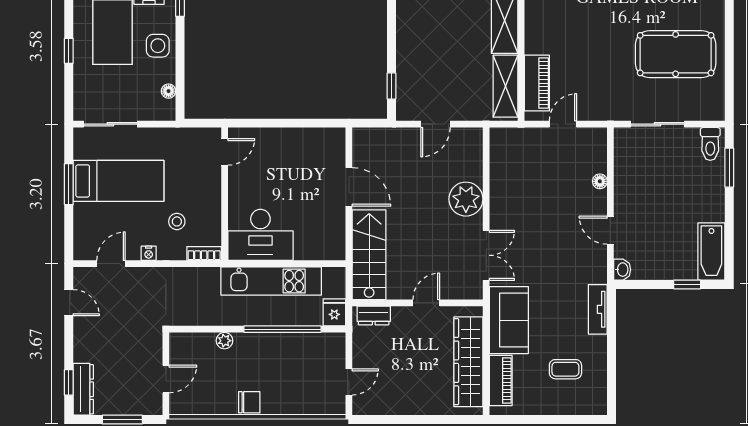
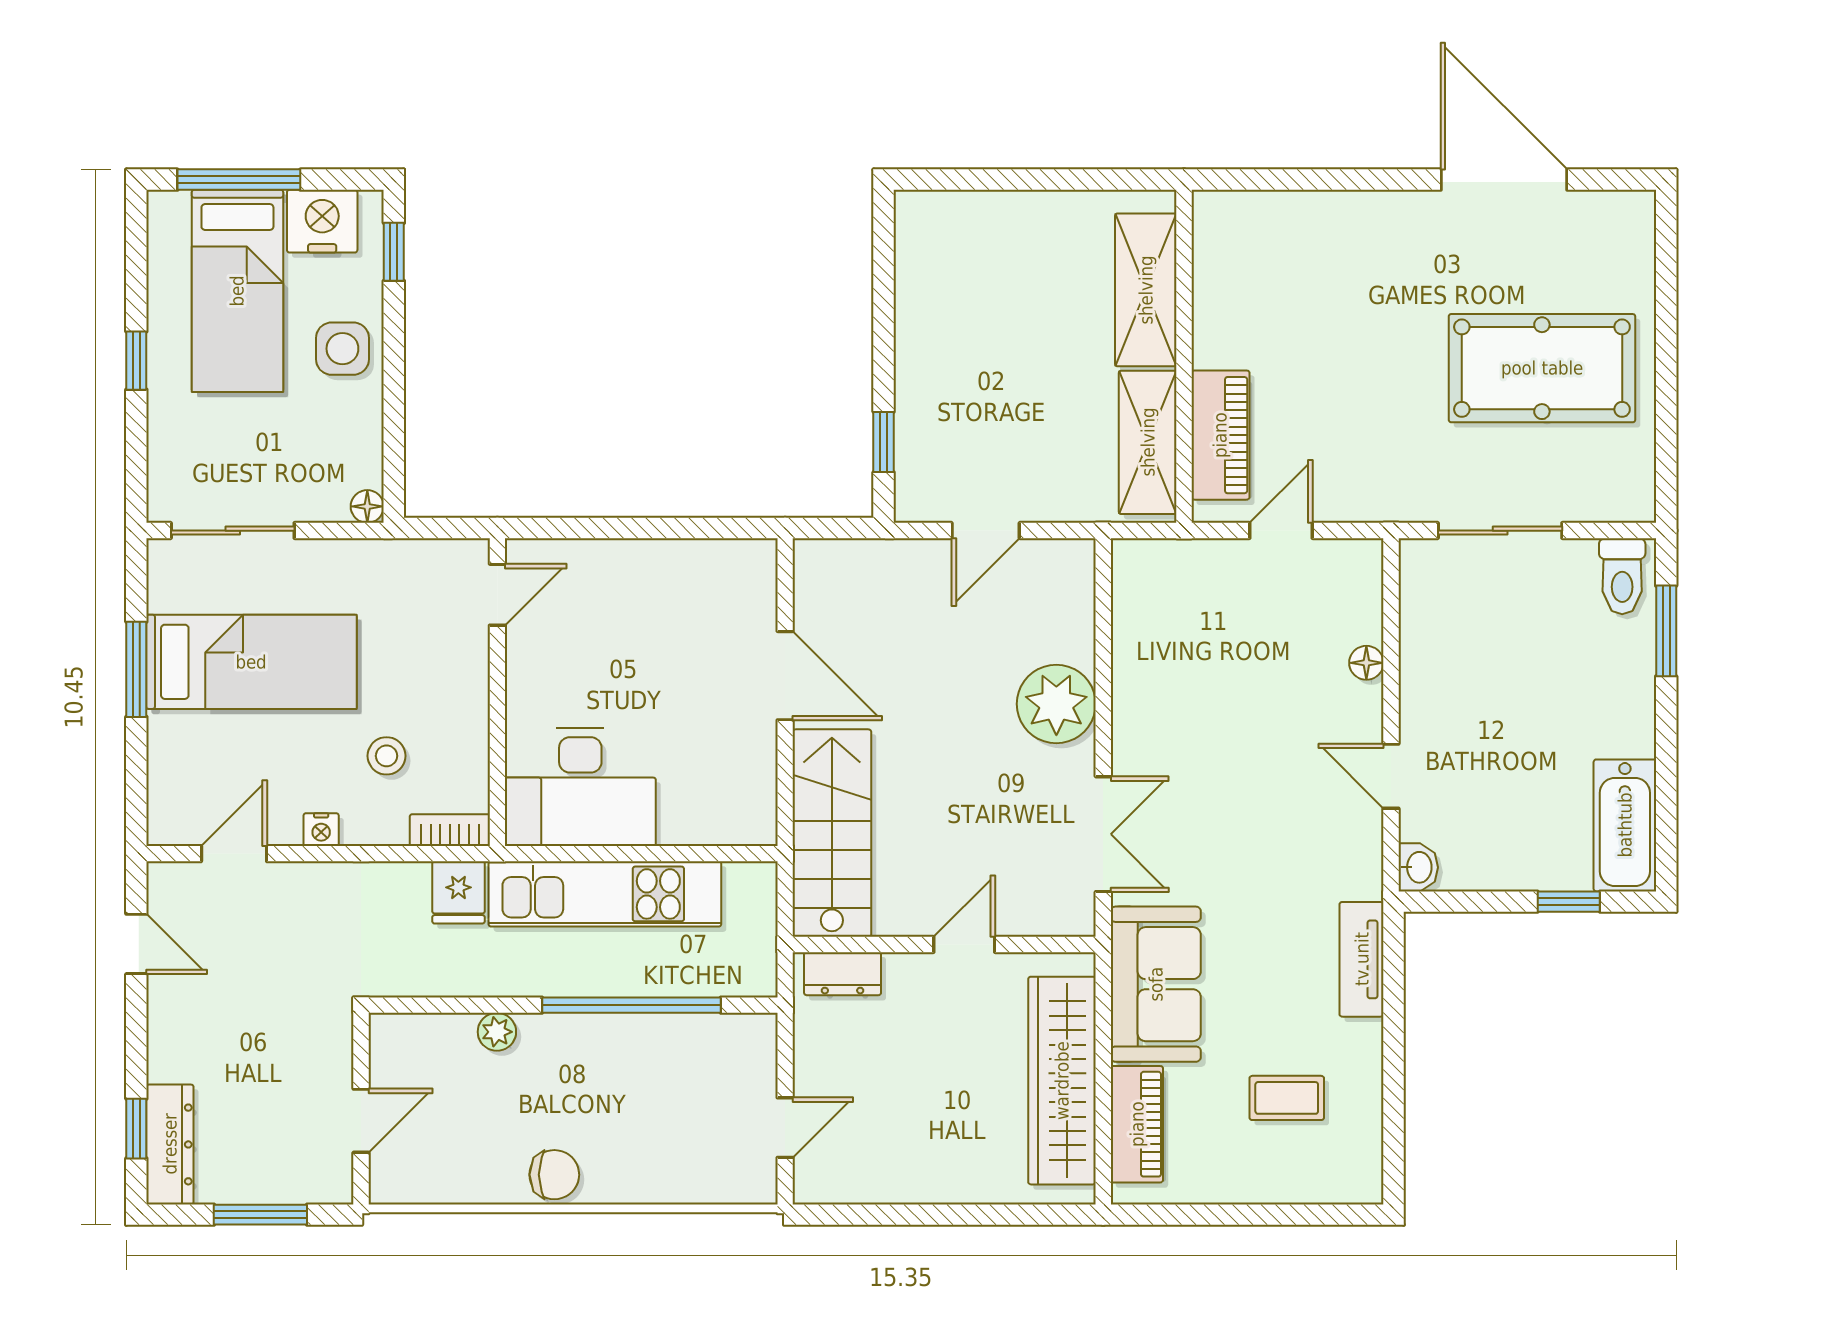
floor lamp: (169, 91) -> (367, 506), moved
fridge: (334, 312) -> (458, 892), moved, turned 180

